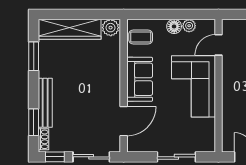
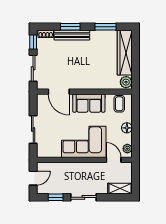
plant: (189, 26) -> (127, 149), moved
window: (34, 122) -> (70, 27), moved

